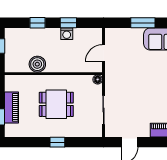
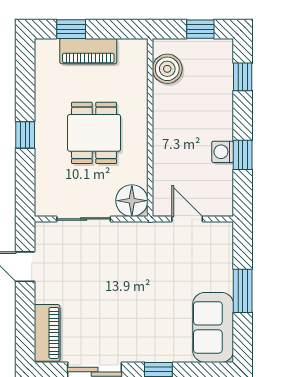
window: (38, 23) -> (243, 77), moved
boiler: (37, 64) -> (167, 69), moved
floor lamp: (98, 79) -> (132, 201), width x1.89, depth x1.89

